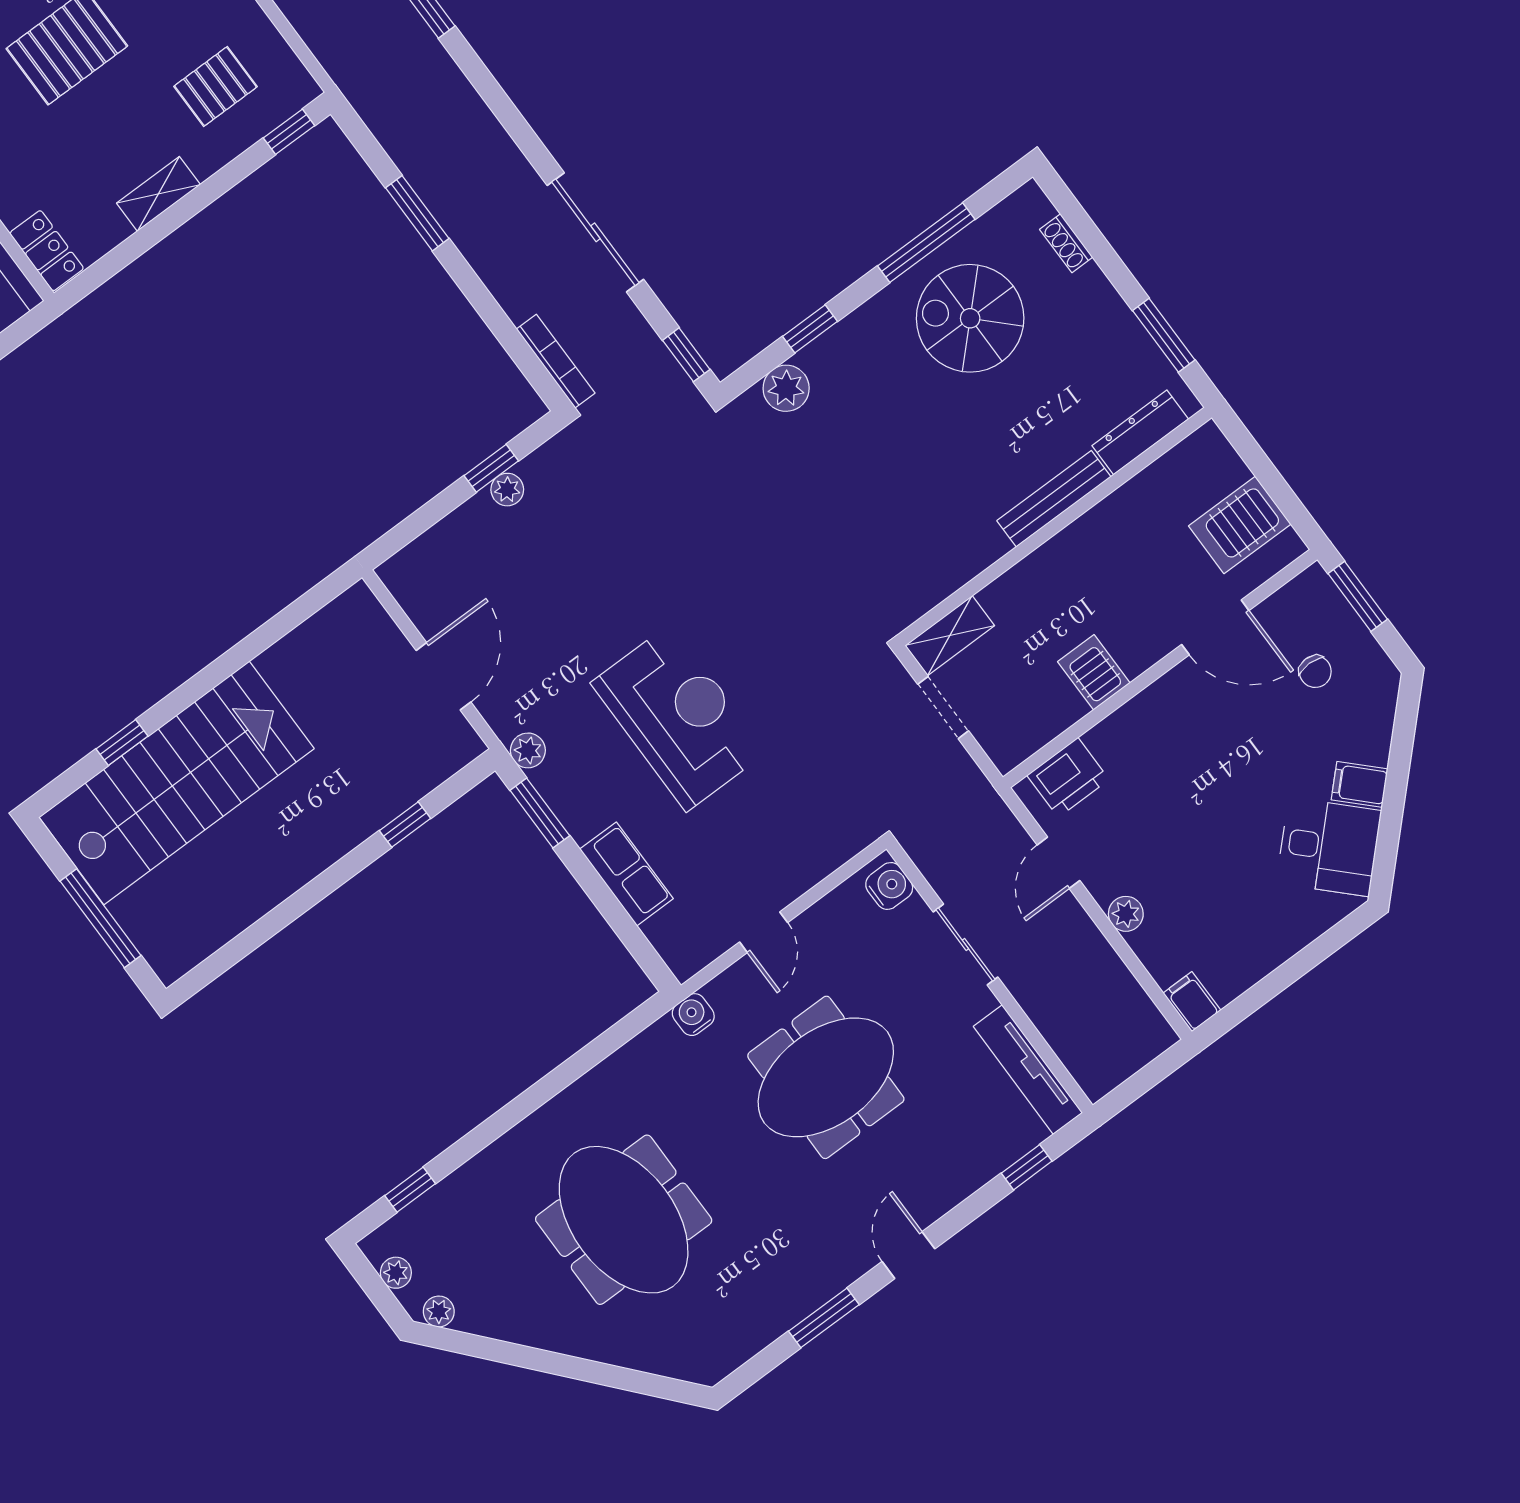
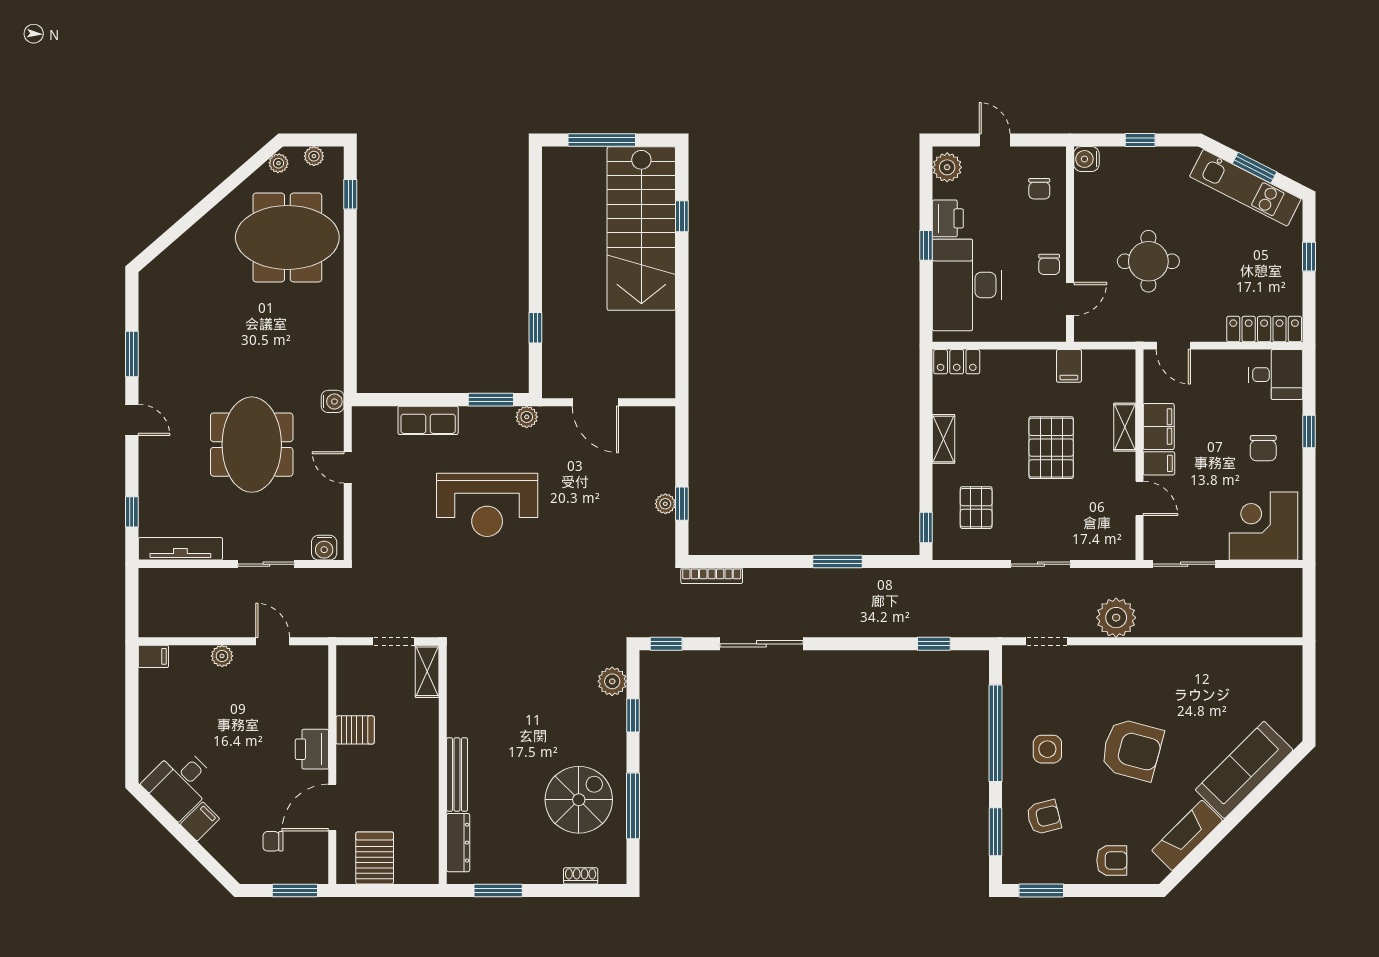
printer: (1068, 777) -> (312, 749), moved
meeting table: (624, 1220) -> (287, 237), moved

